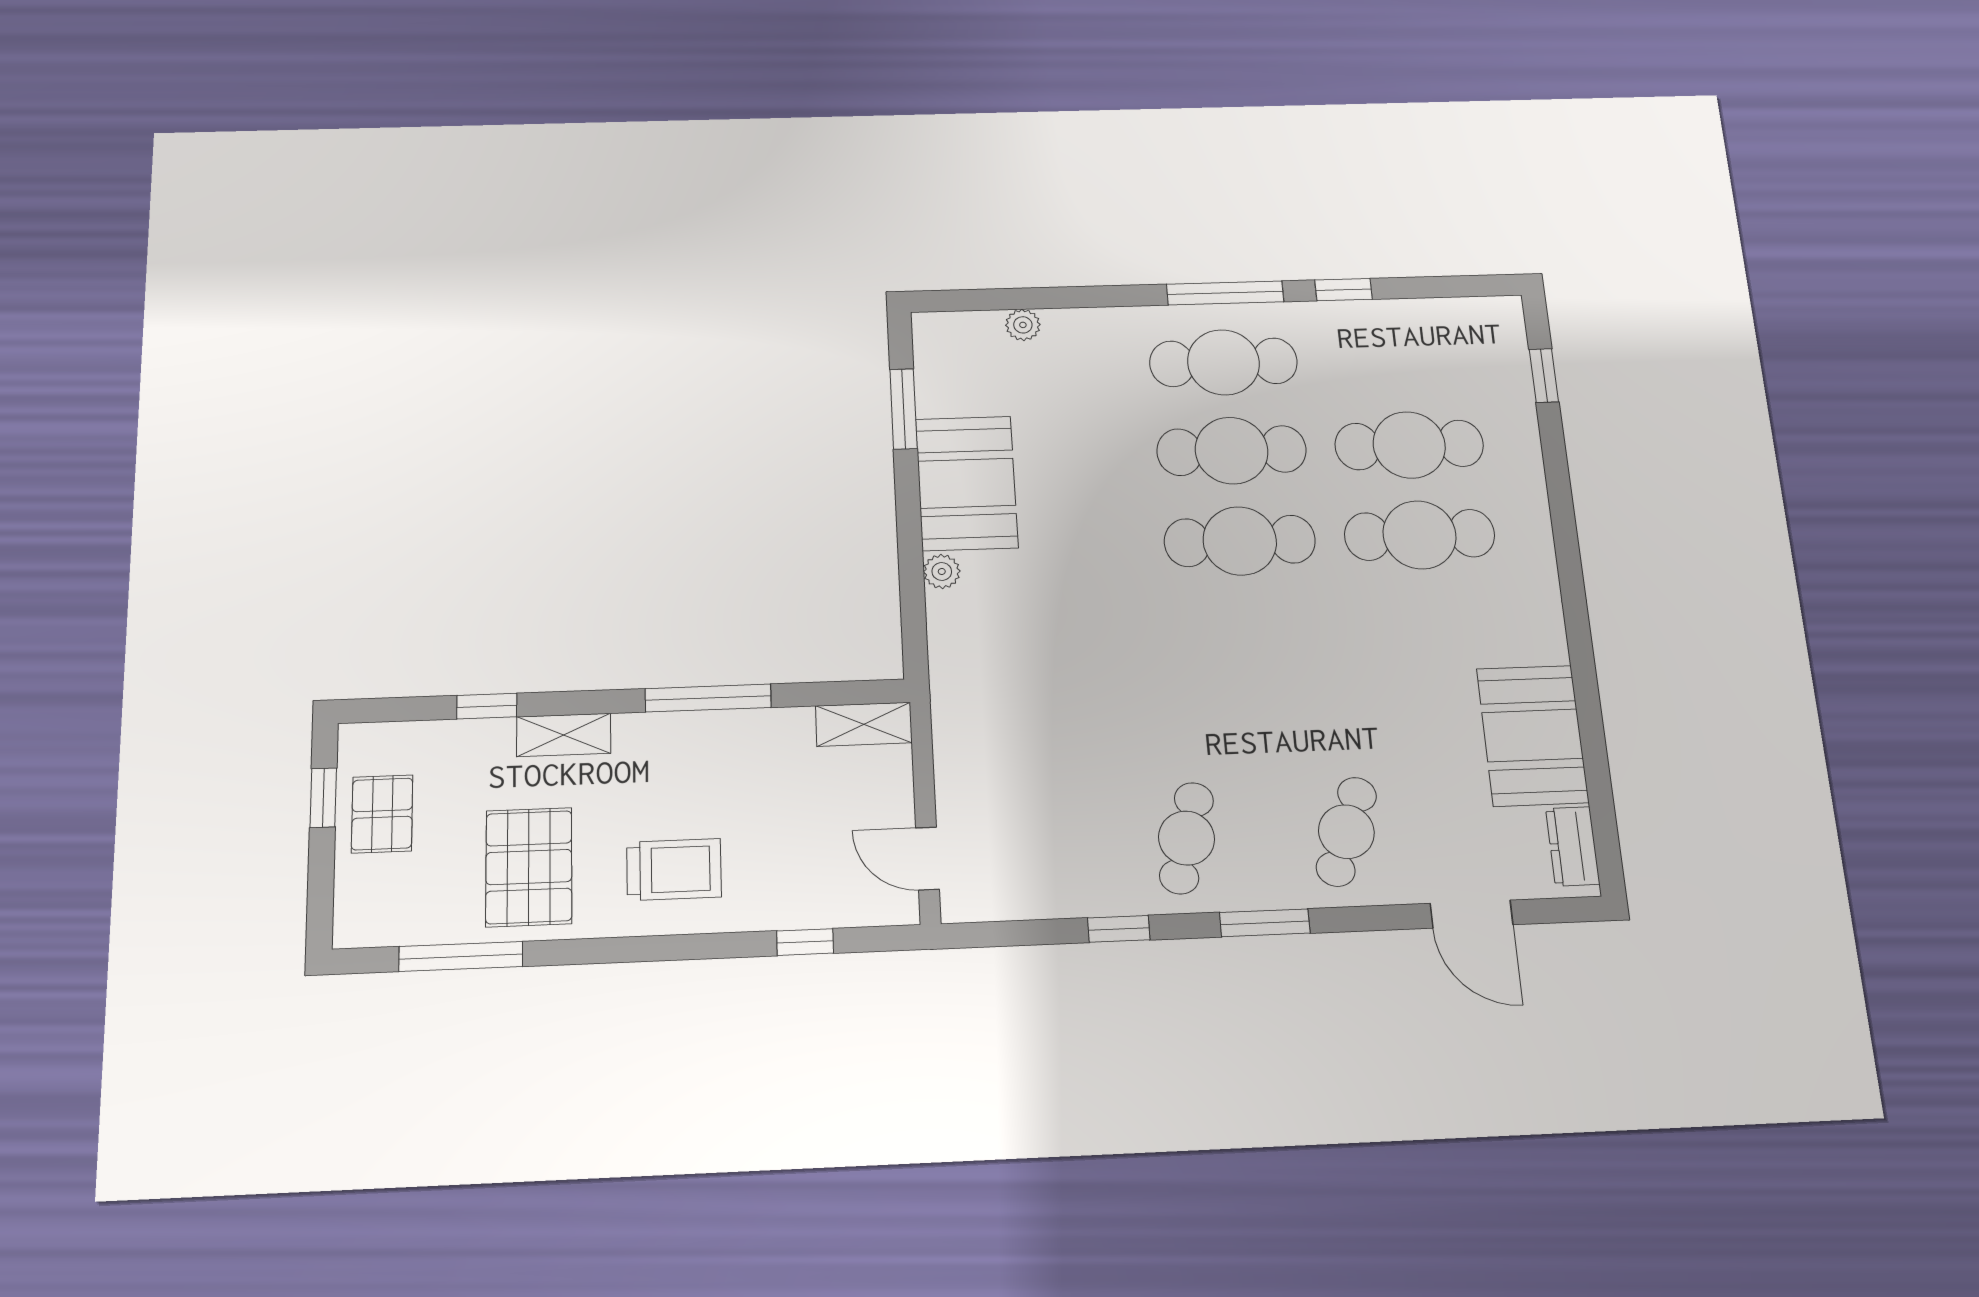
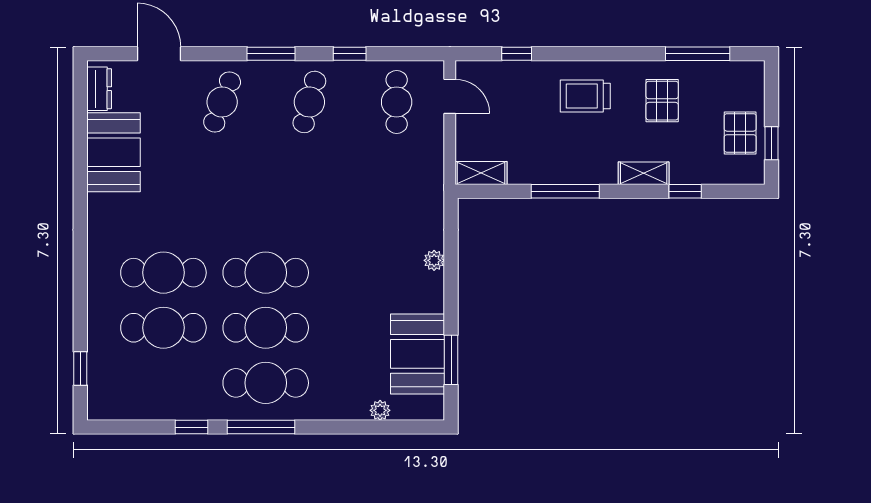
booth: (967, 483) -> (418, 354), moved
cafe table: (1026, 845) -> (397, 102), added
pallet: (529, 867) -> (662, 101), width x0.67, depth x0.71

